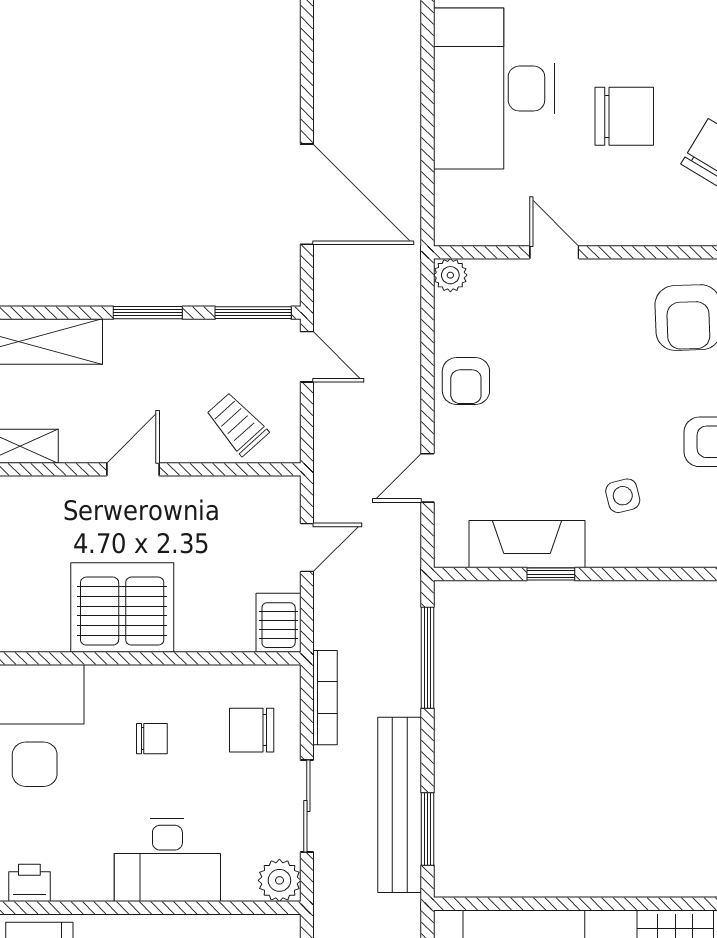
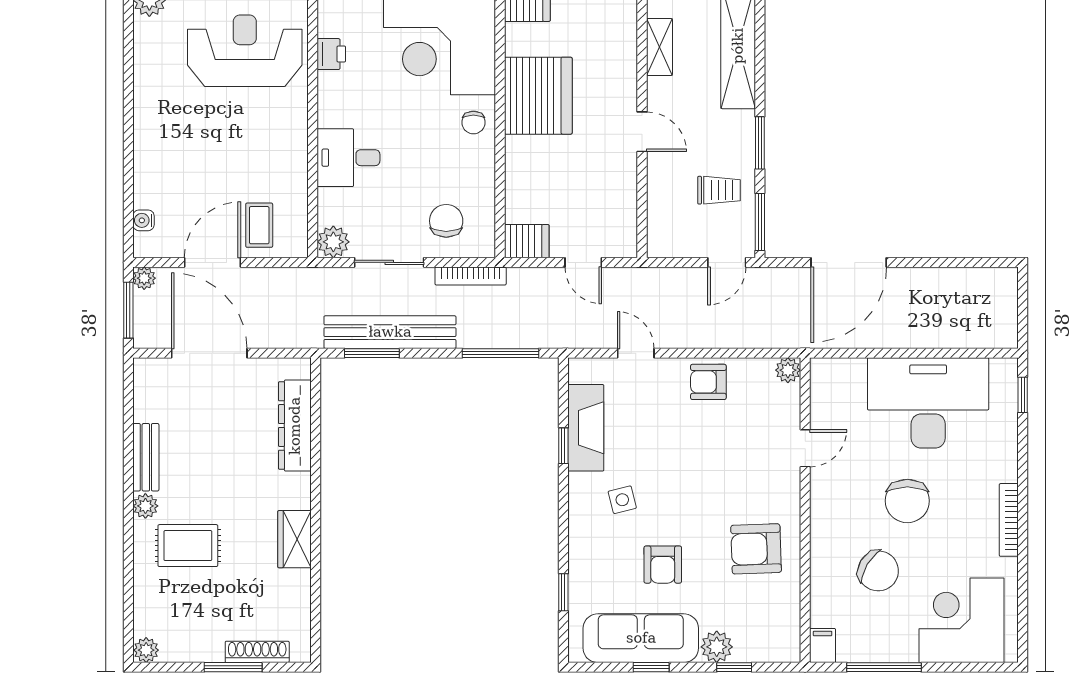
trolley: (237, 424) -> (719, 190), moved, turned 42
server rack: (122, 608) -> (538, 96), moved
chair: (152, 739) -> (473, 122), moved
desk: (167, 860) -> (348, 158), width x0.73

